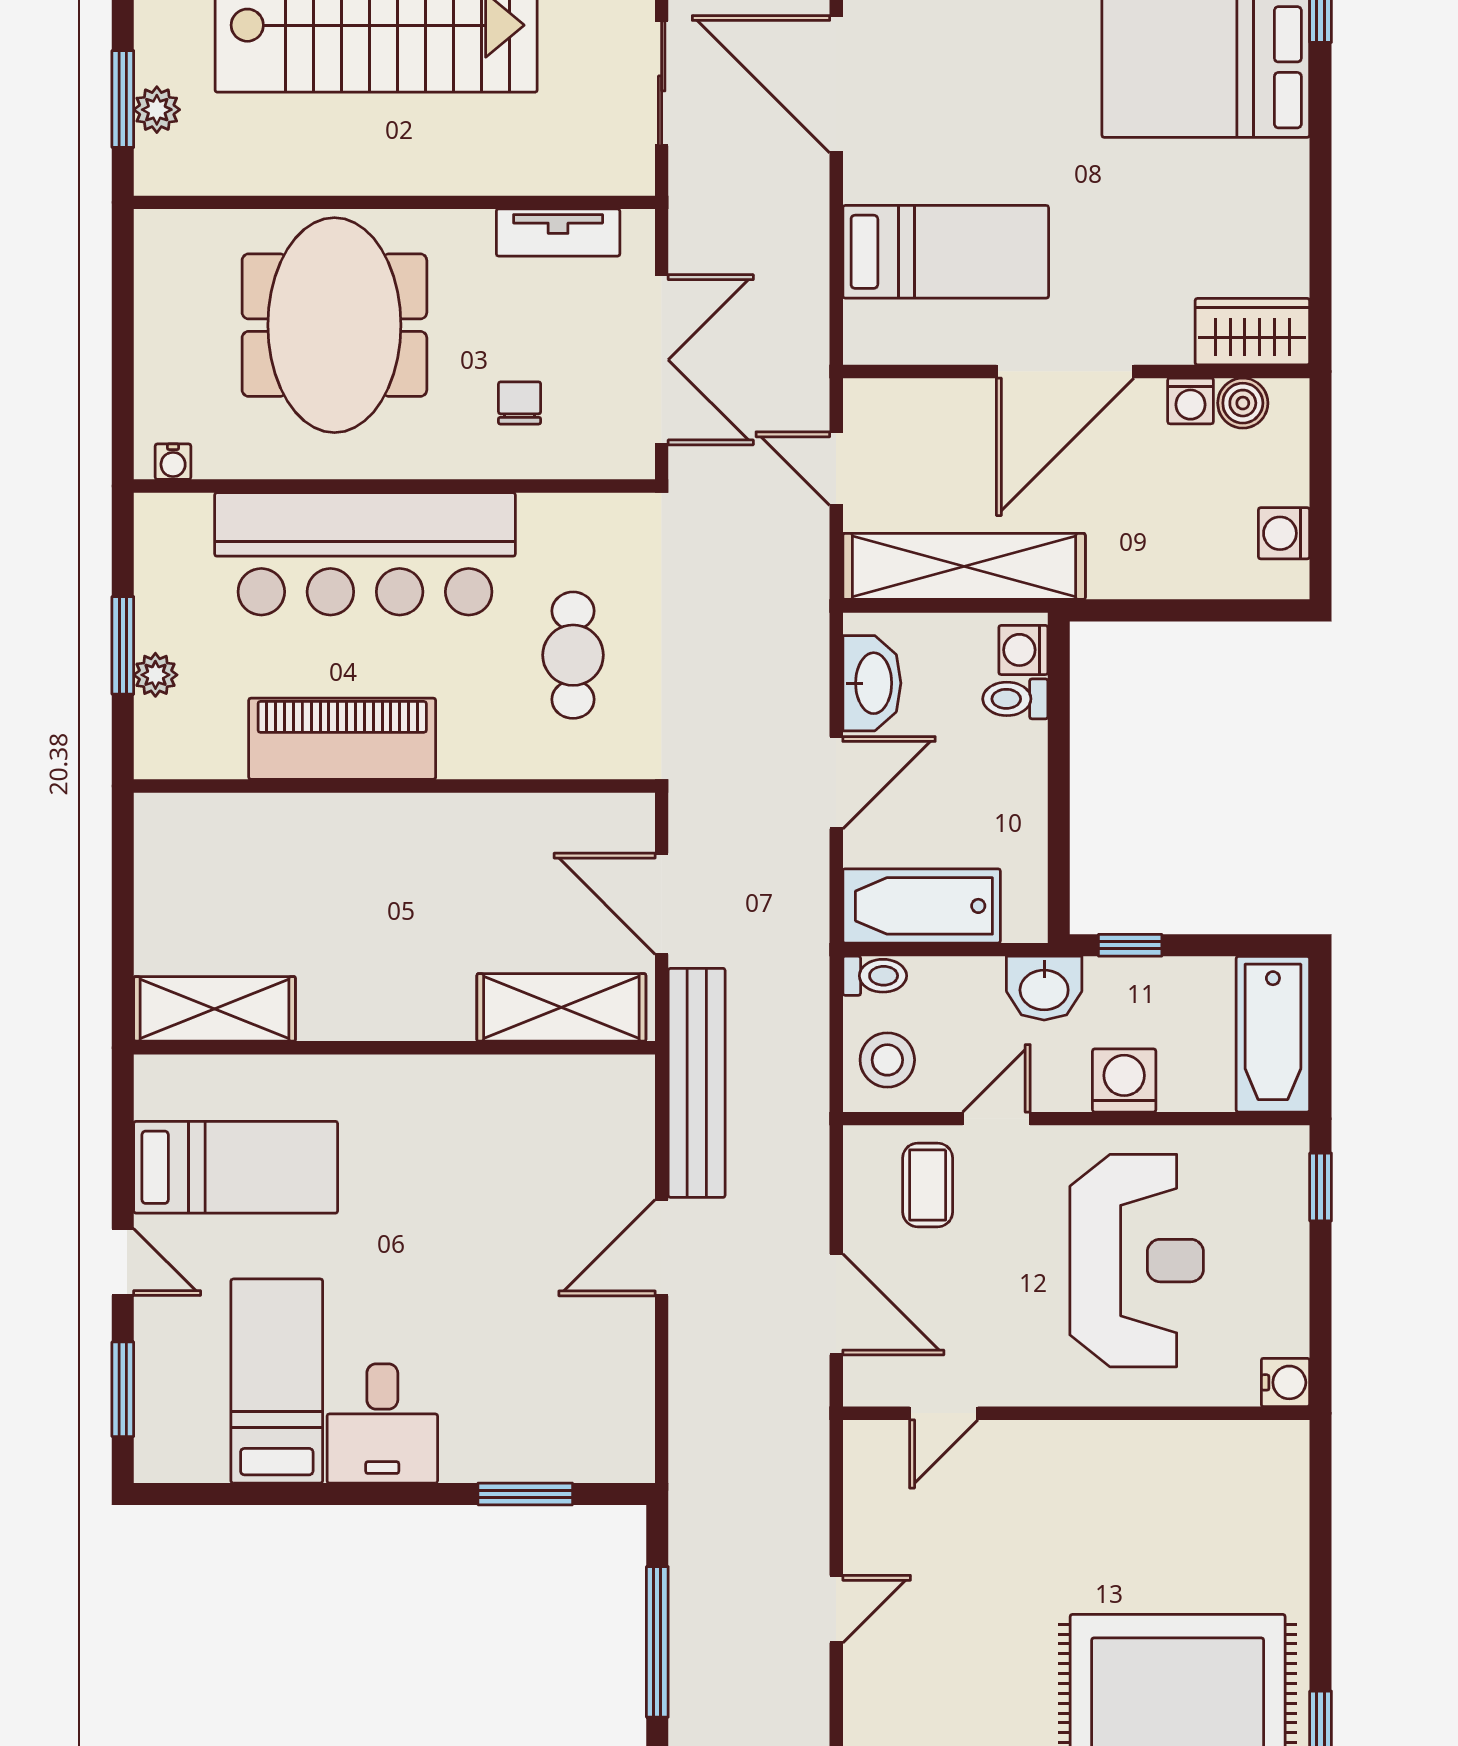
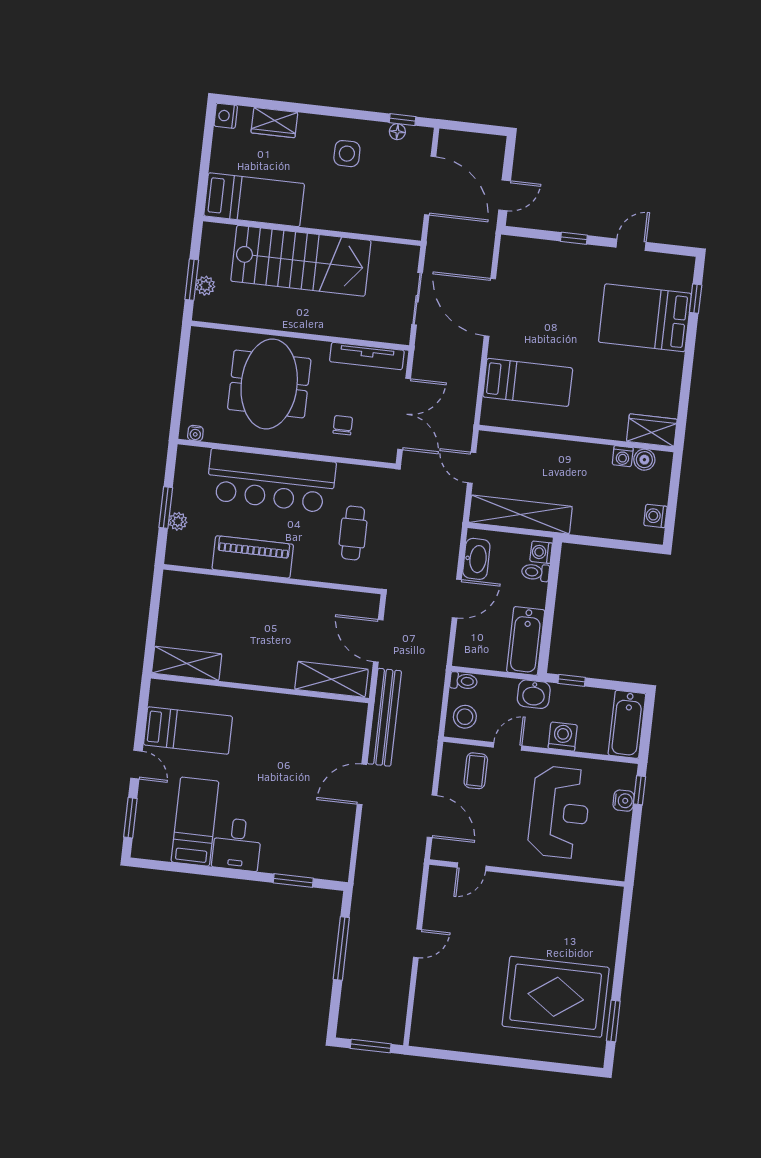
tv unit: (558, 233) -> (367, 356), width x1.41
door: (1065, 371) -> (572, 438), removed
bathtub: (922, 906) -> (526, 641), moved, turned -90
water cooler: (1285, 1382) -> (624, 801), moved

